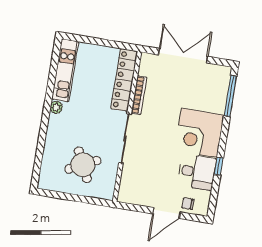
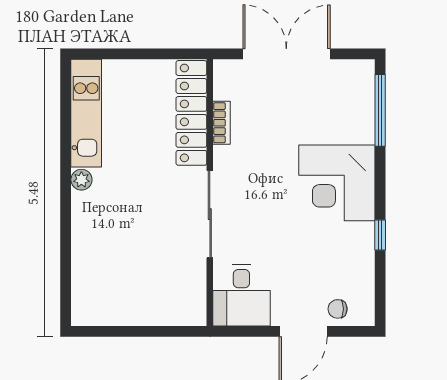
bookcase: (139, 95) -> (222, 123), width x0.64
round table: (83, 165) -> (144, 272), removed
desk: (197, 172) -> (241, 295), moved, turned 90

